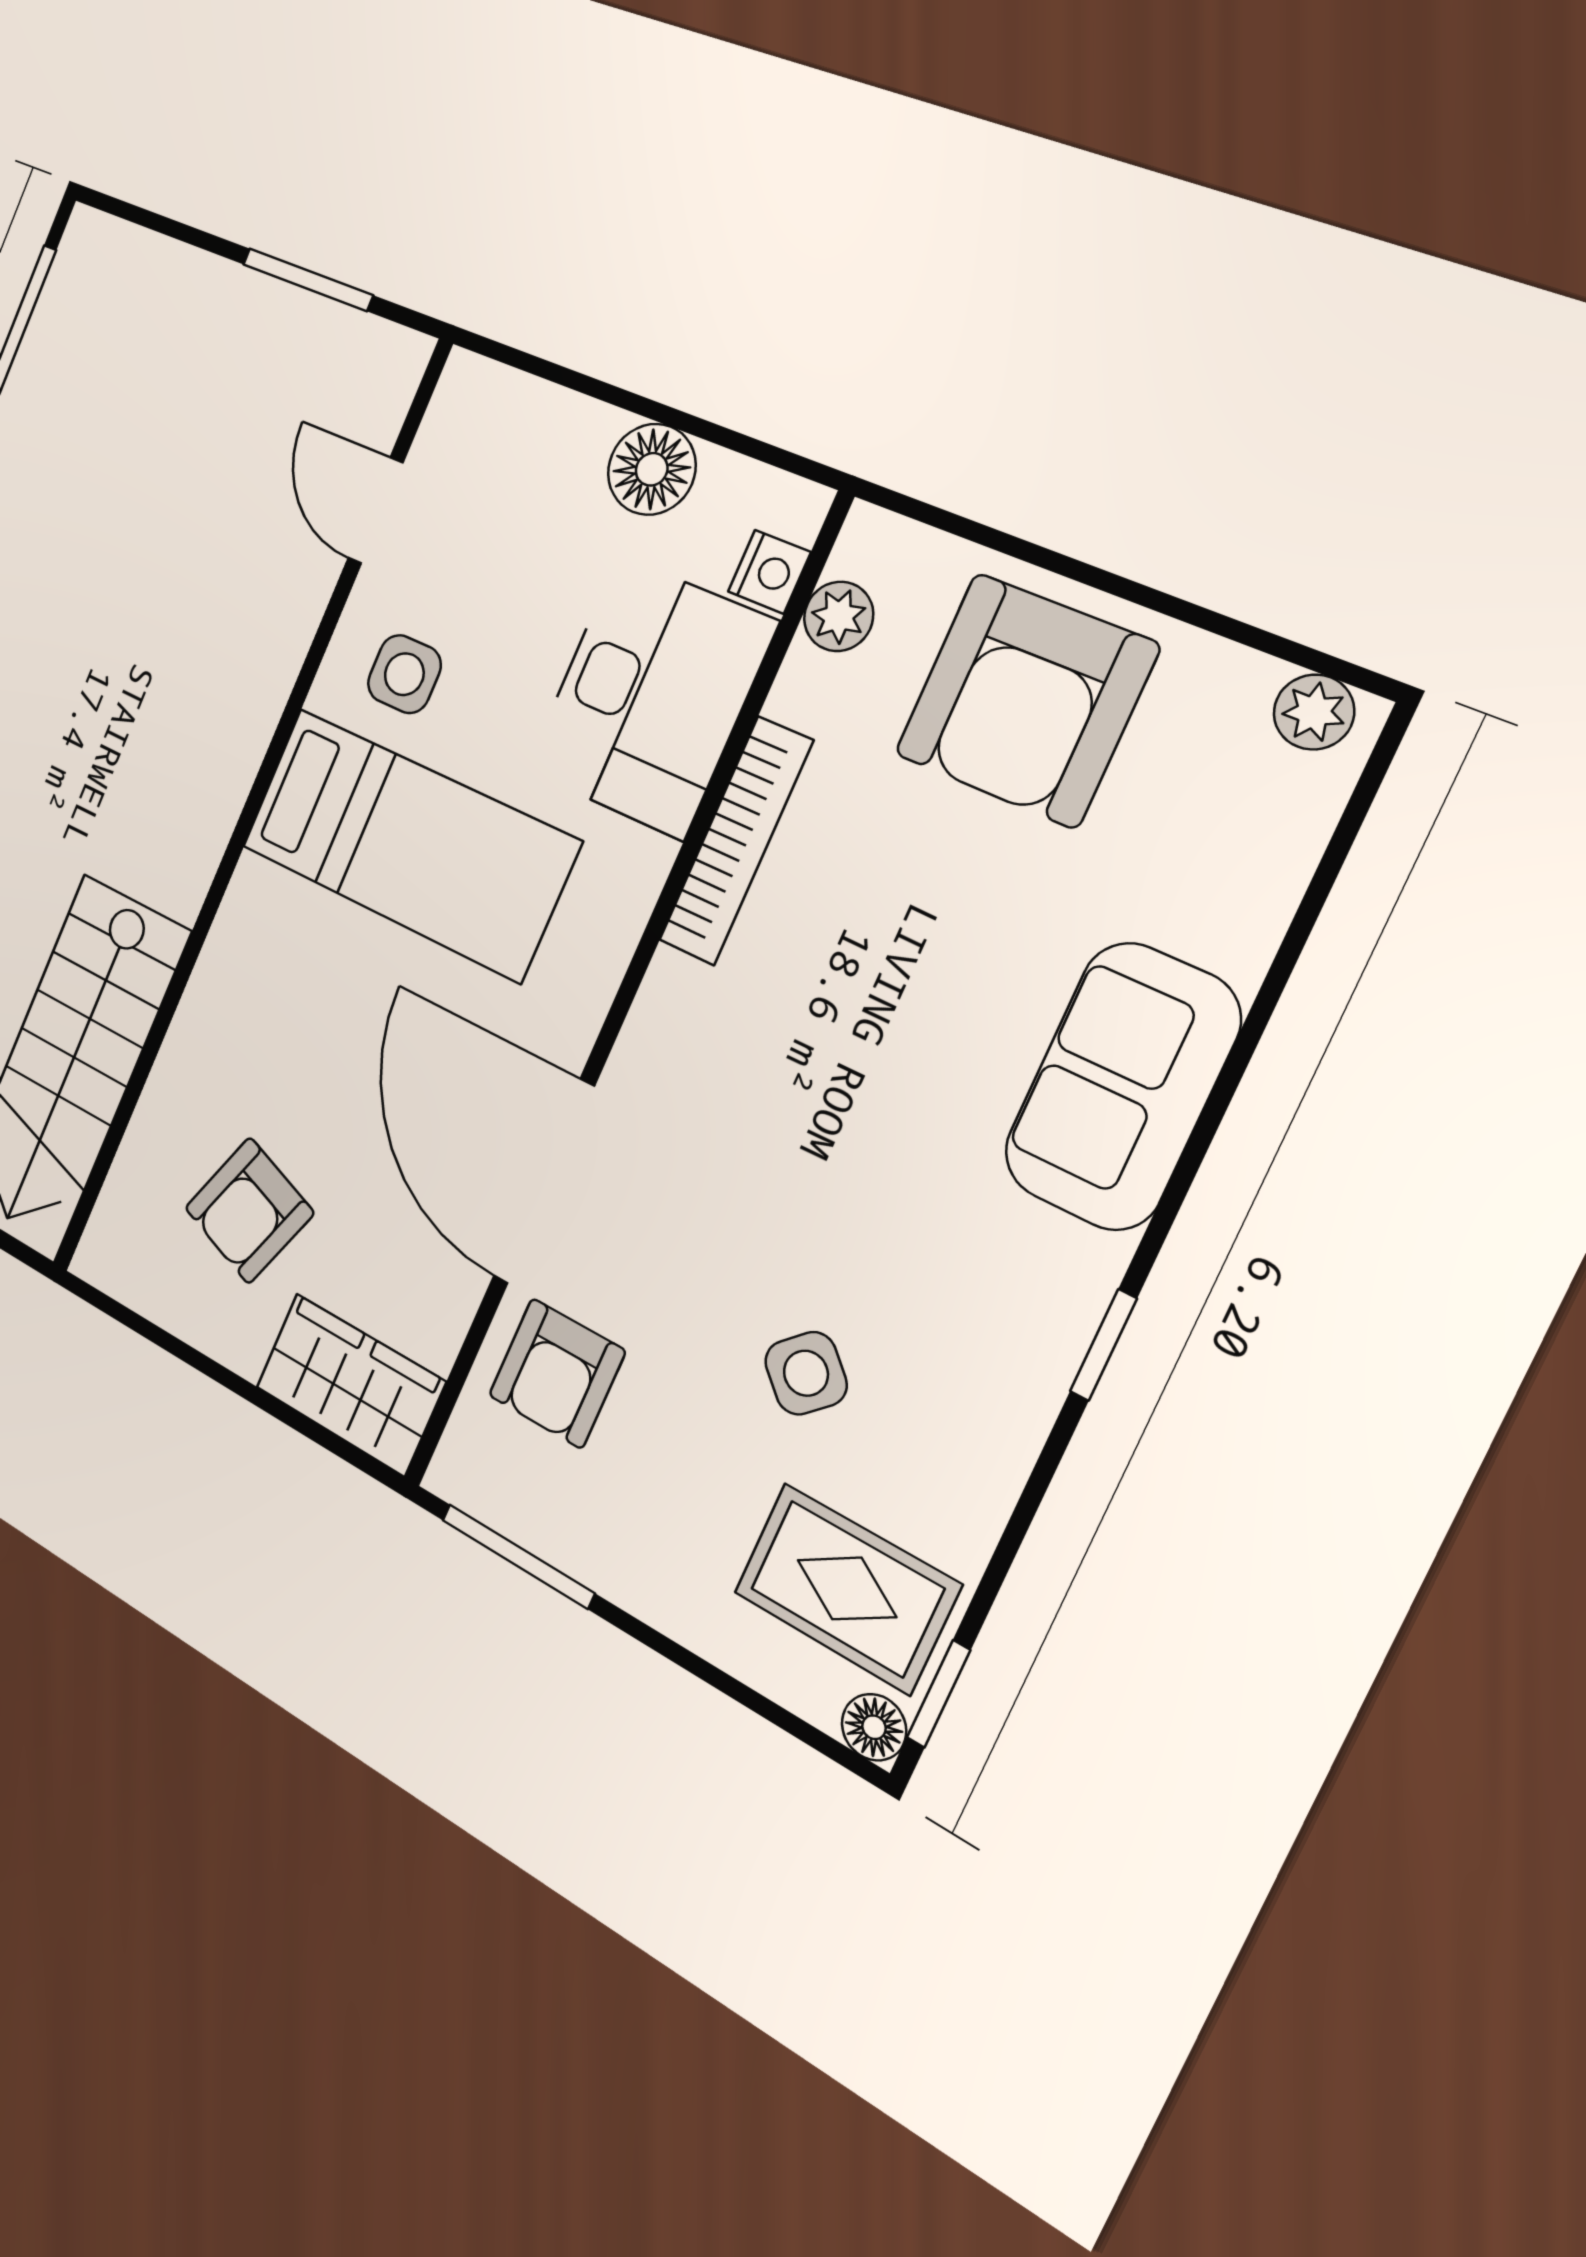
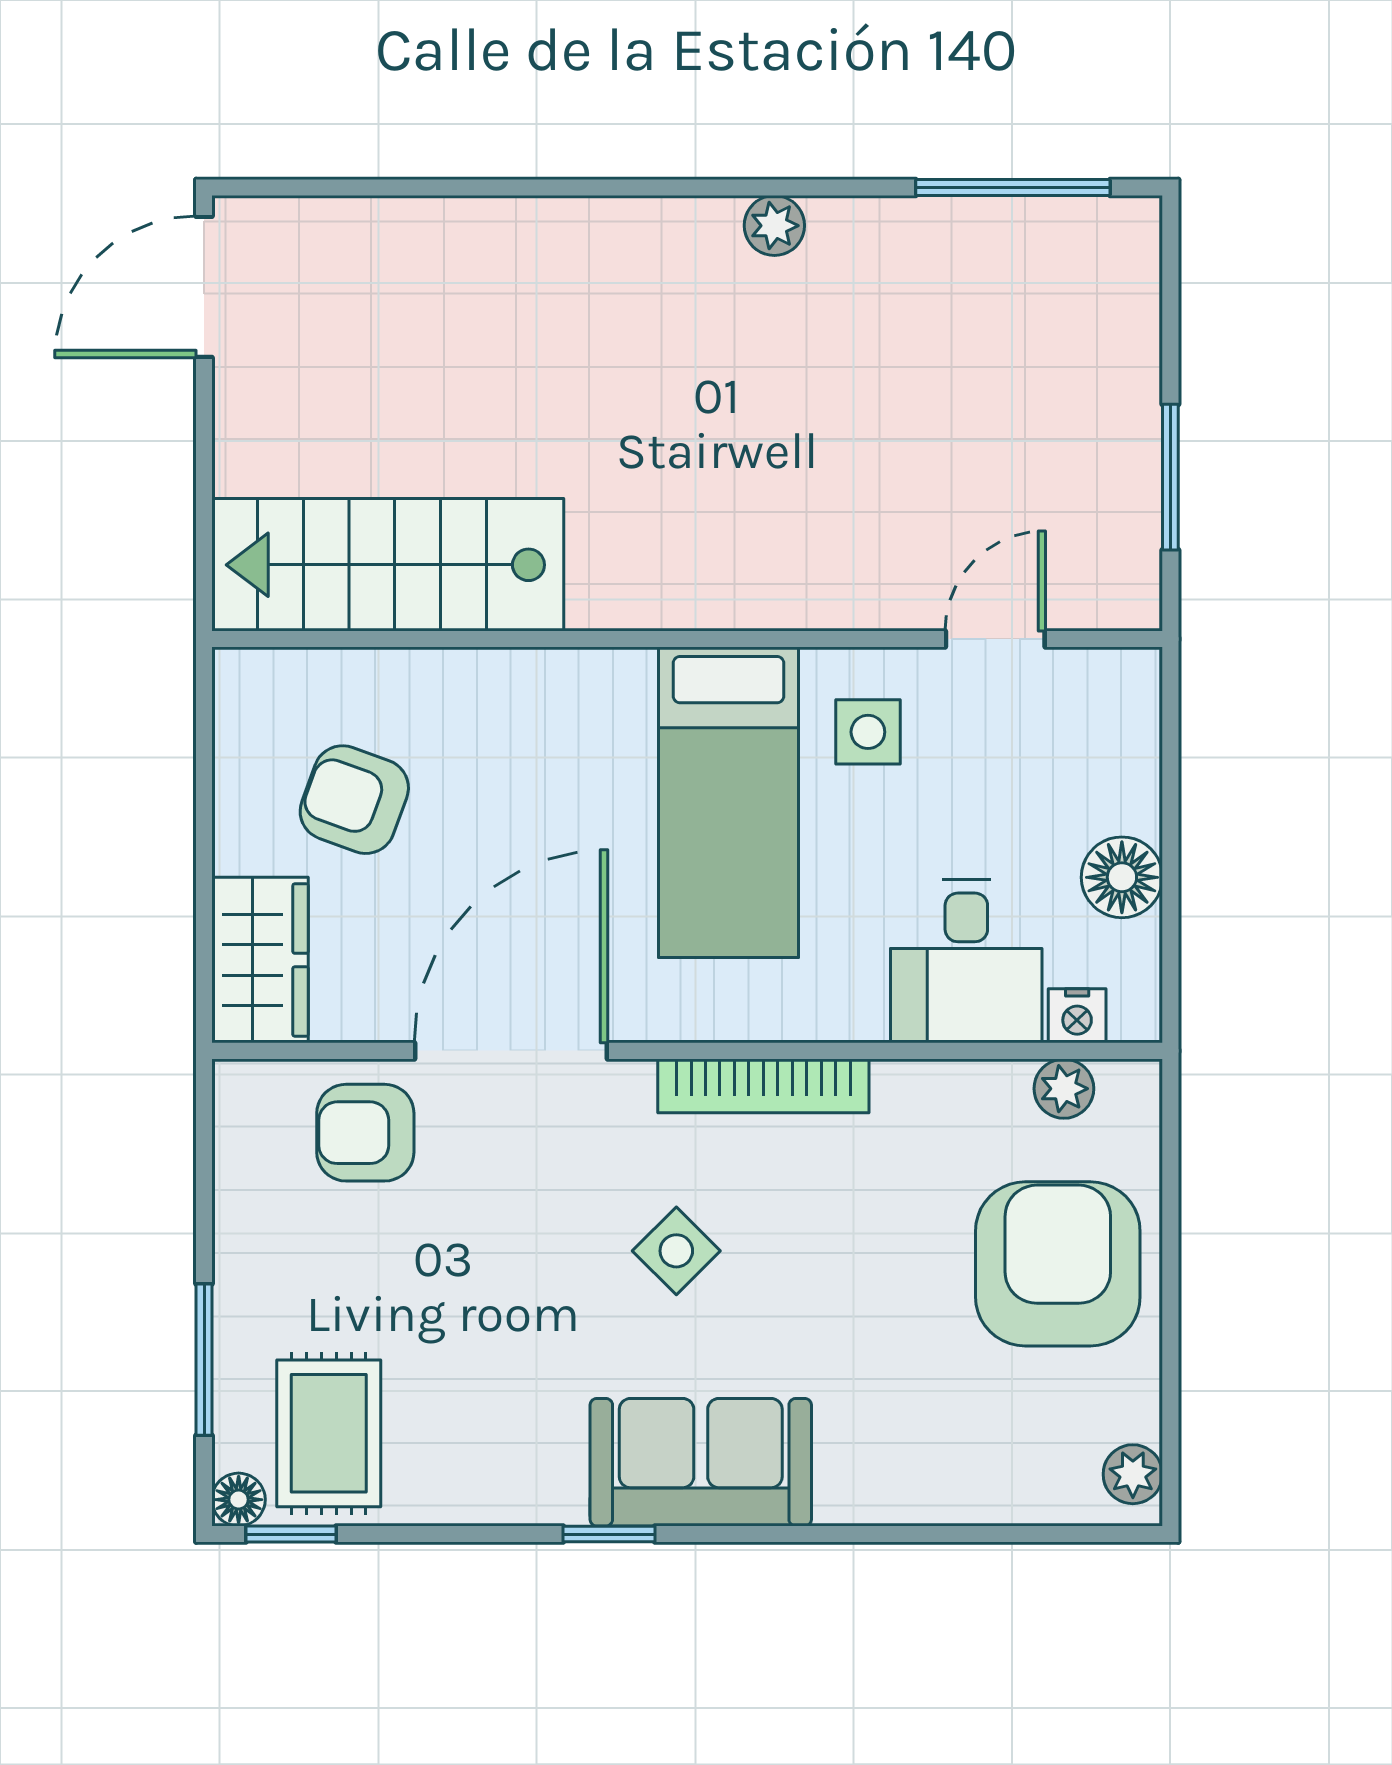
desk: (650, 697) -> (966, 961), width x0.73
armchair: (1026, 700) -> (1058, 1264), turned 90
bookcase: (736, 841) -> (763, 1086), moved
sofa: (1122, 1086) -> (701, 1462), moved
side table: (806, 1373) -> (676, 1251), moved
window: (518, 1556) -> (204, 1360), moved

